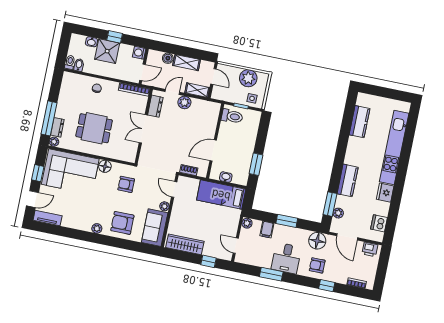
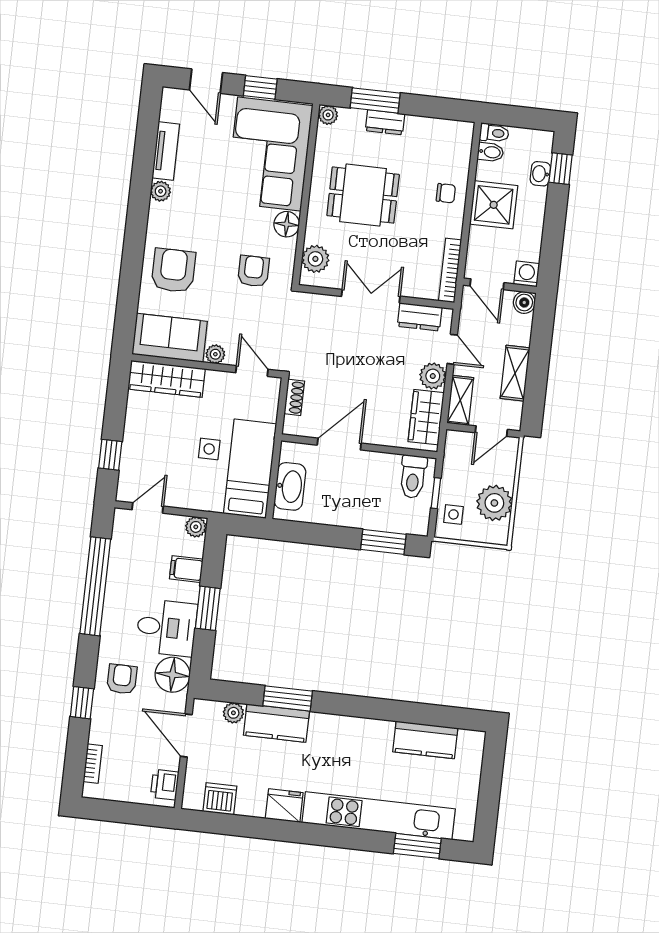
window: (115, 37) -> (561, 169), moved
shower: (107, 51) -> (494, 205), moved
boiler: (168, 58) -> (524, 303), moved
wardrobe: (204, 107) -> (426, 417), added
window: (49, 118) -> (375, 100), width x0.69
dresser: (57, 127) -> (385, 122), moved
dining table: (94, 128) -> (363, 195), turned 90
window: (410, 130) -> (417, 846), added
door: (213, 150) -> (339, 444), hinge flipped
plant: (123, 154) -> (315, 259), added
window: (256, 164) -> (383, 542), moved
washbasin: (226, 177) -> (290, 486), width x1.91, depth x1.45
kitchen counter: (348, 180) -> (276, 723), moved
door: (174, 189) -> (252, 371), hinge flipped
window: (330, 204) -> (288, 698), moved
side table: (210, 213) -> (209, 449), added
tv unit: (48, 218) -> (166, 151), moved
plant: (97, 228) -> (161, 191), moved
door: (347, 237) -> (186, 736), hinge flipped
wardrobe: (185, 244) -> (167, 379), moved, turned 90
desk: (286, 258) -> (167, 628), moved, turned 180
window: (271, 274) -> (95, 586), width x2.11

